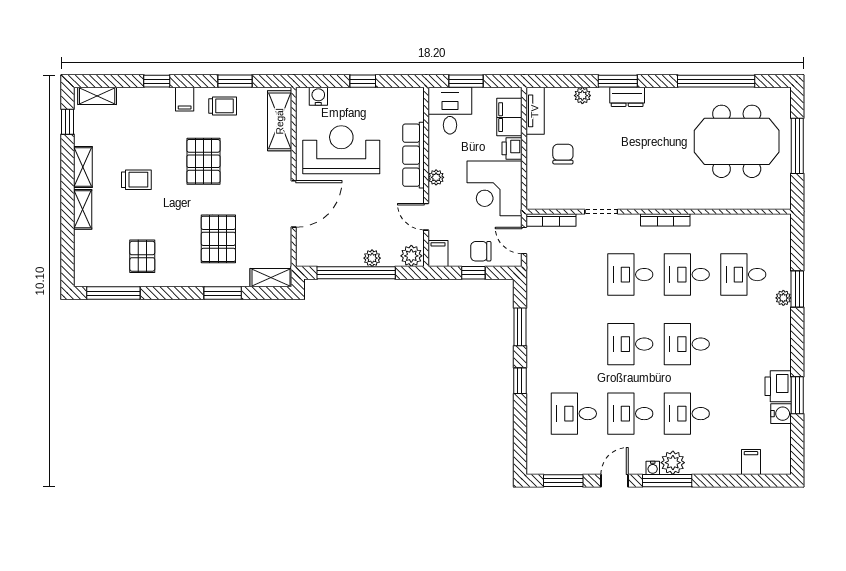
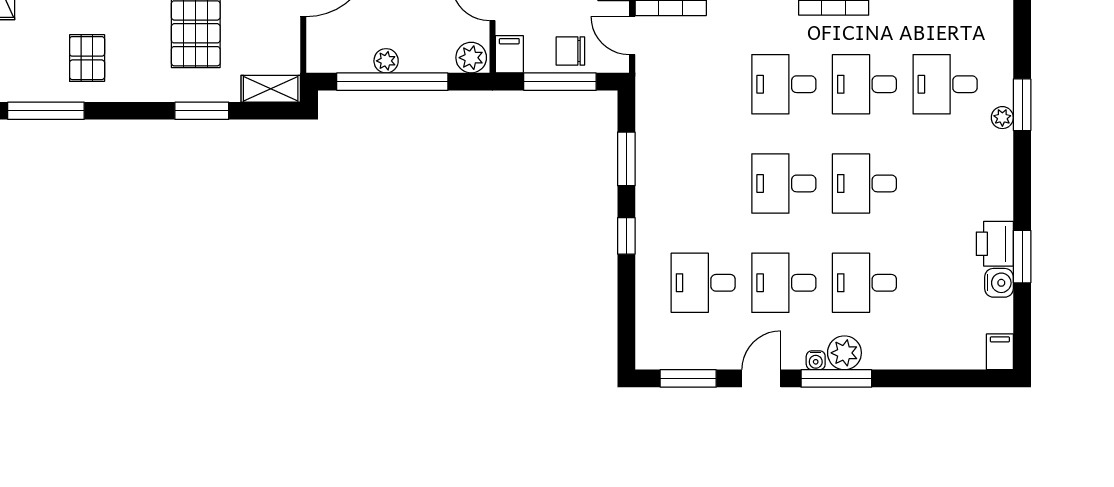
plant: (372, 258) -> (386, 61), moved
window: (473, 273) -> (560, 82), width x2.17
filing cabinet: (751, 462) -> (1000, 352), moved

